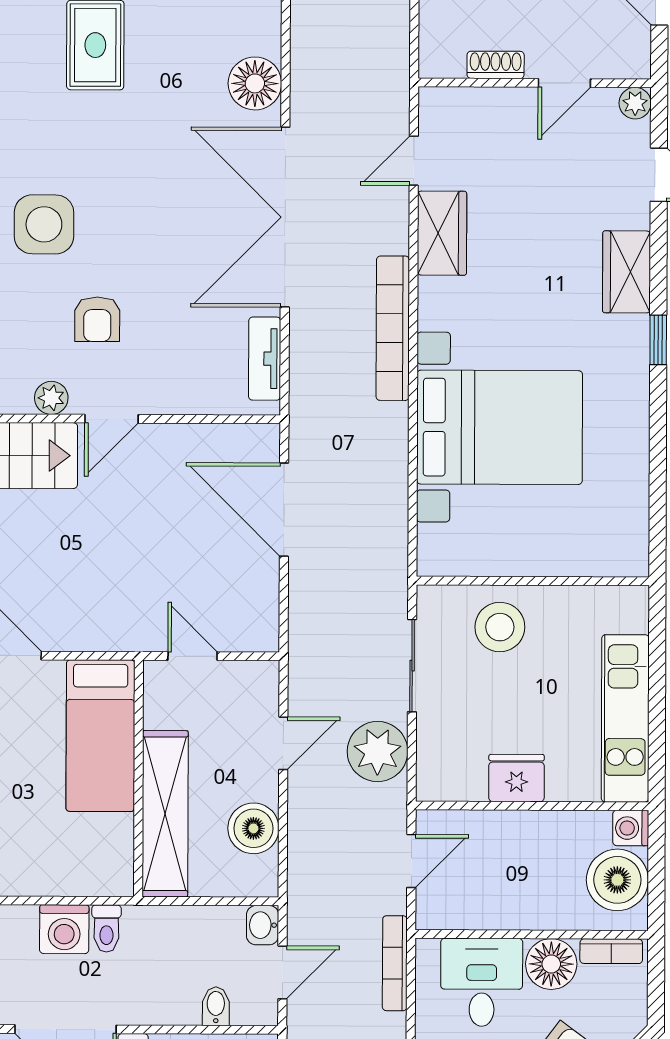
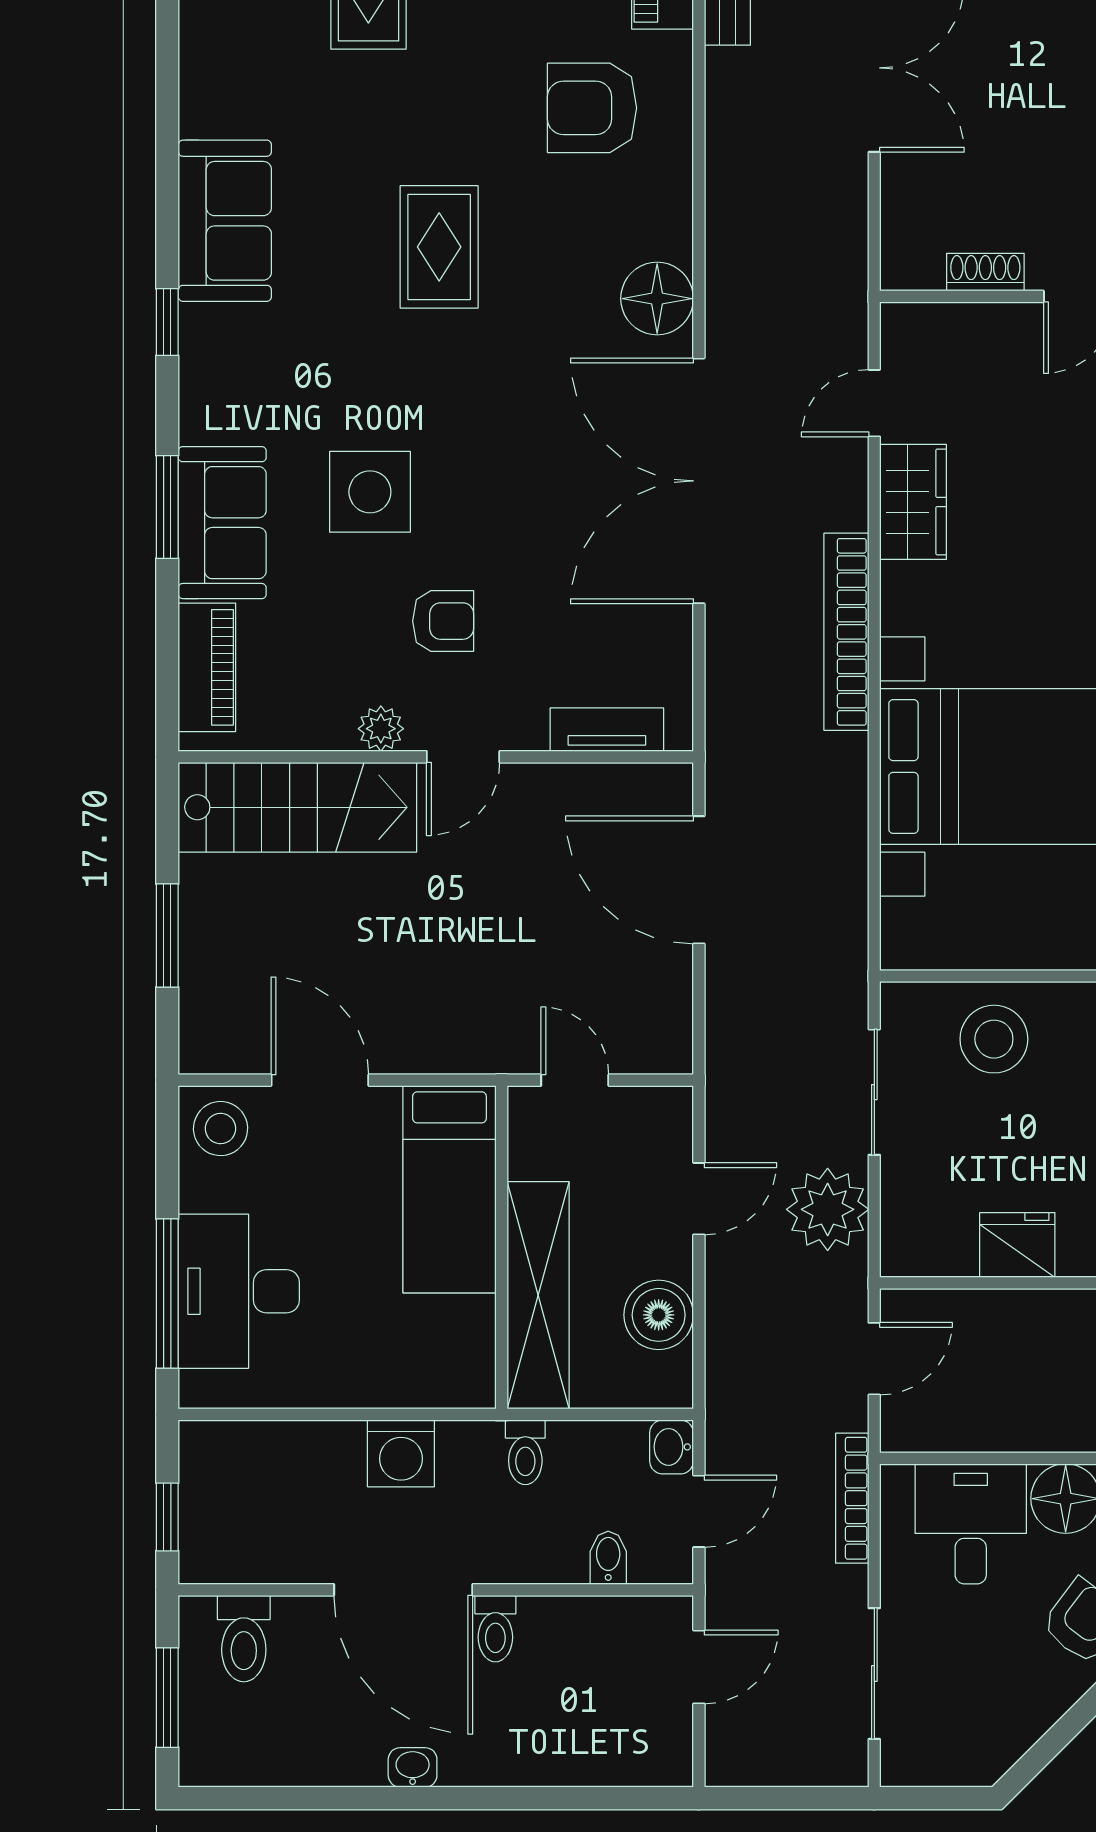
armchair: (97, 319) -> (443, 621), turned -90
tv unit: (265, 359) -> (607, 730), moved, turned 90
toilet: (106, 929) -> (525, 1452), moved

